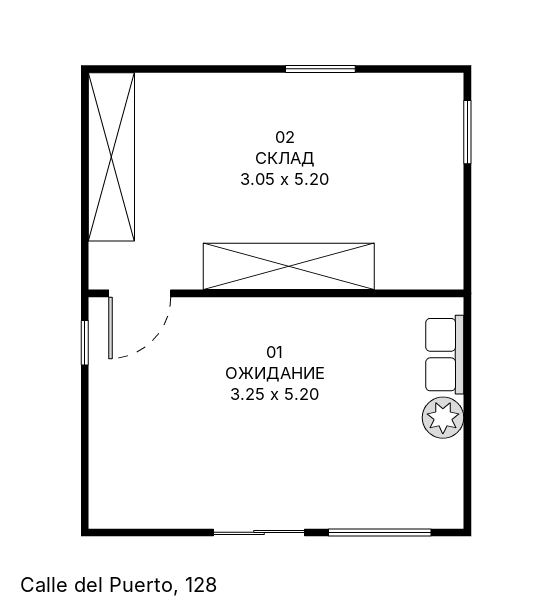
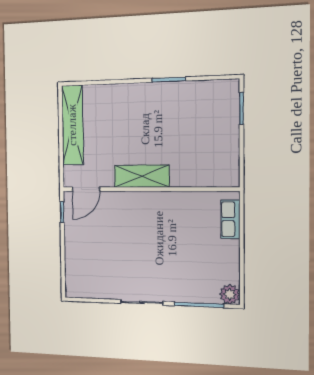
shelving: (289, 266) -> (142, 176), width x0.68
plant: (443, 418) -> (230, 294), moved

